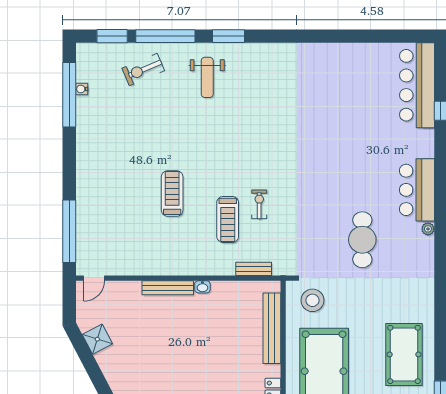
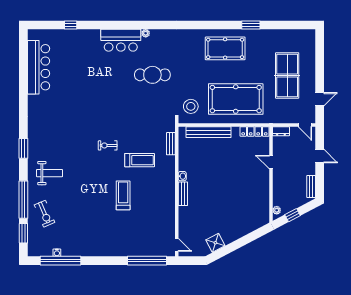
window: (229, 36) -> (23, 148), moved
bar counter: (417, 85) -> (39, 67), moved, turned -90
treadmill: (172, 193) -> (123, 195), turned 90
exercise bike: (259, 204) -> (108, 145), moved
bench: (168, 288) -> (183, 194), width x0.73

